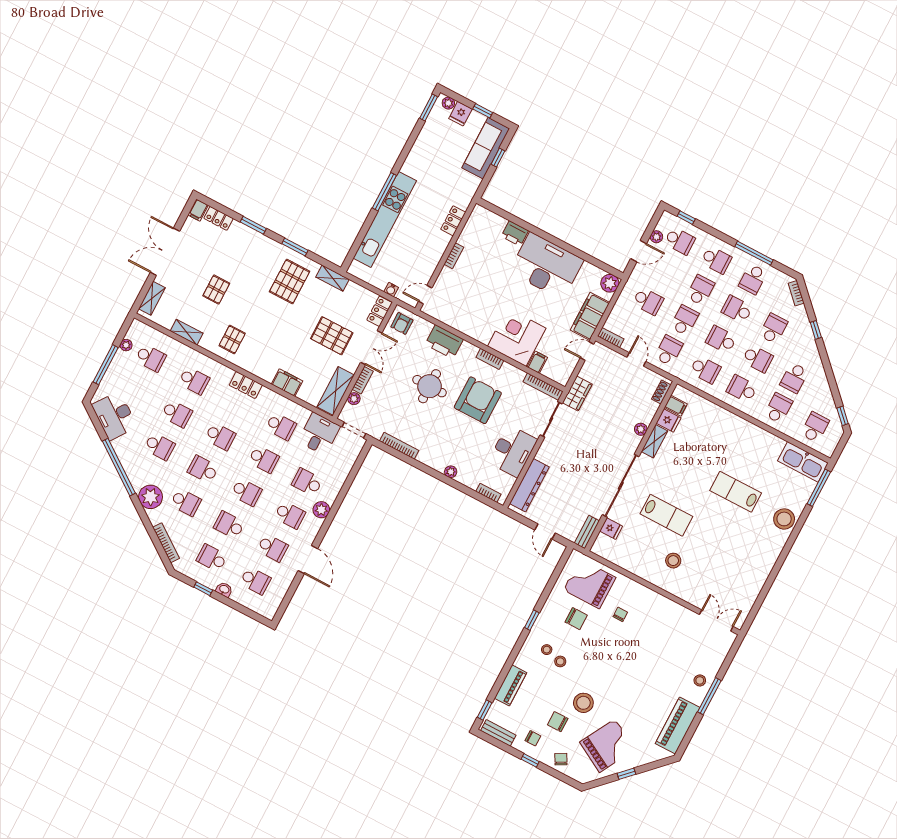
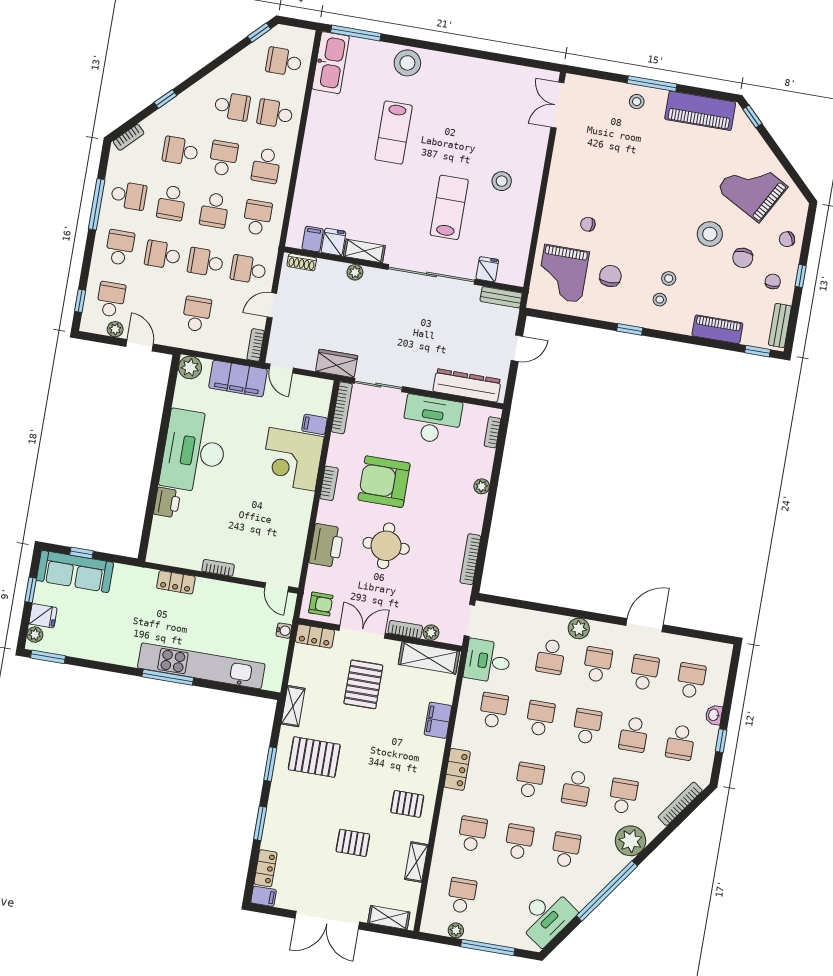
window: (626, 774) -> (752, 116), moved

